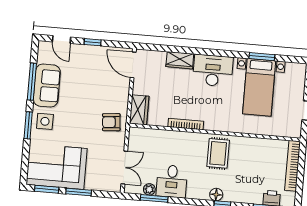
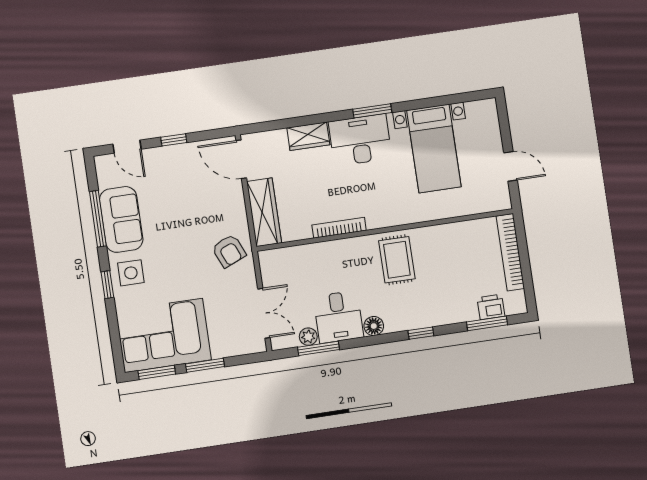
window: (262, 57) -> (372, 111), moved
wardrobe: (139, 110) -> (264, 212), width x1.50
armchair: (111, 122) -> (229, 251), turned -108
window: (28, 125) -> (107, 285), width x0.67
floor lamp: (216, 195) -> (374, 326), moved

